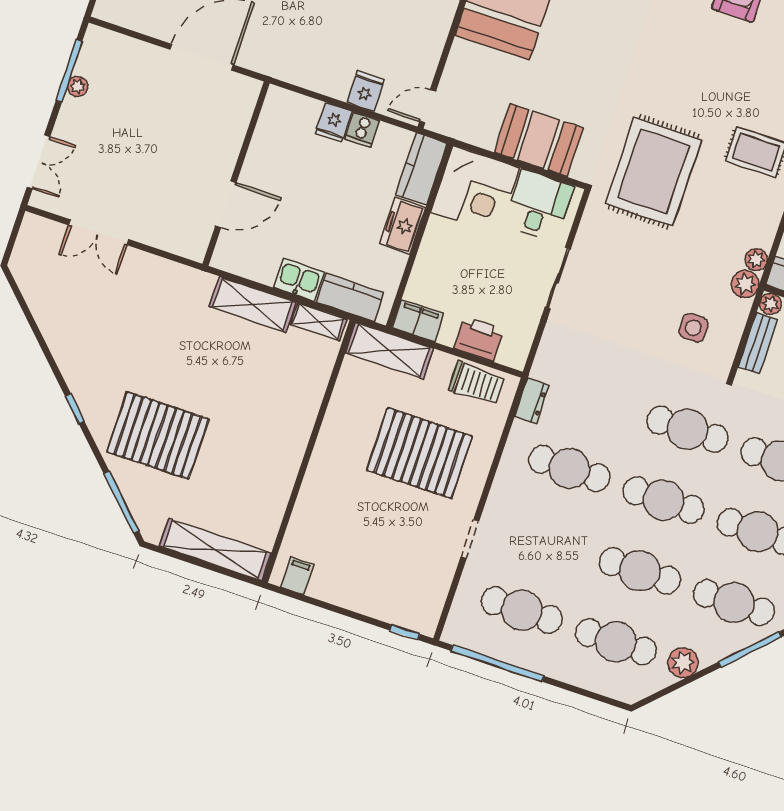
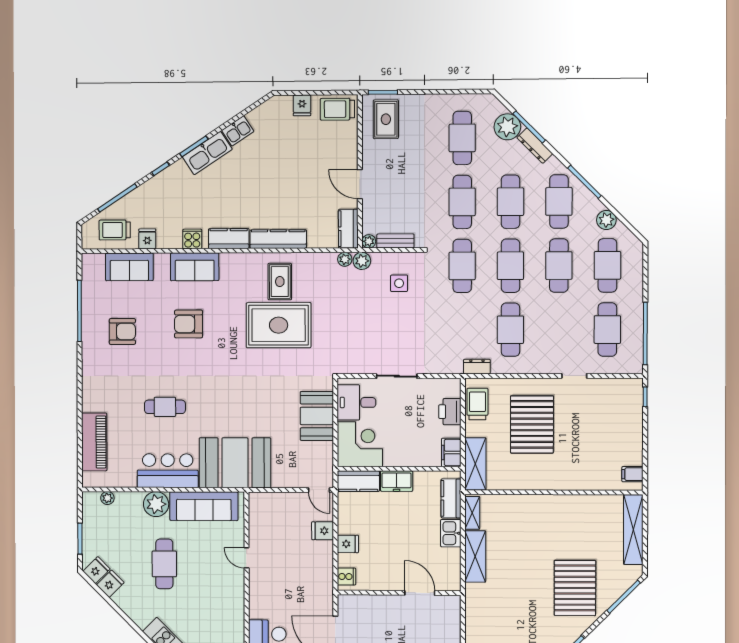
cooker: (362, 130) -> (346, 577), moved
rug: (654, 172) -> (279, 325), moved

